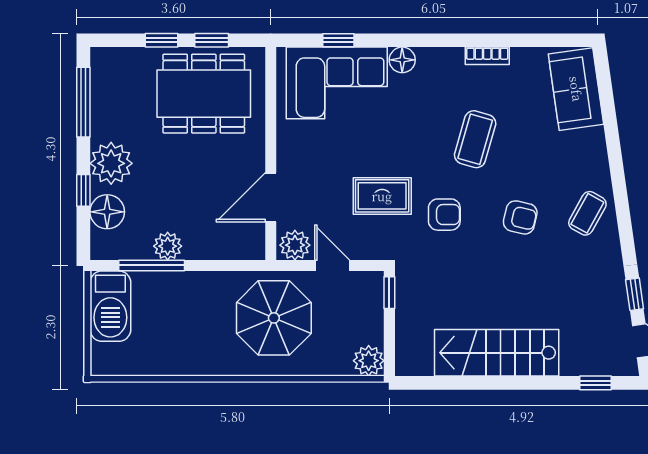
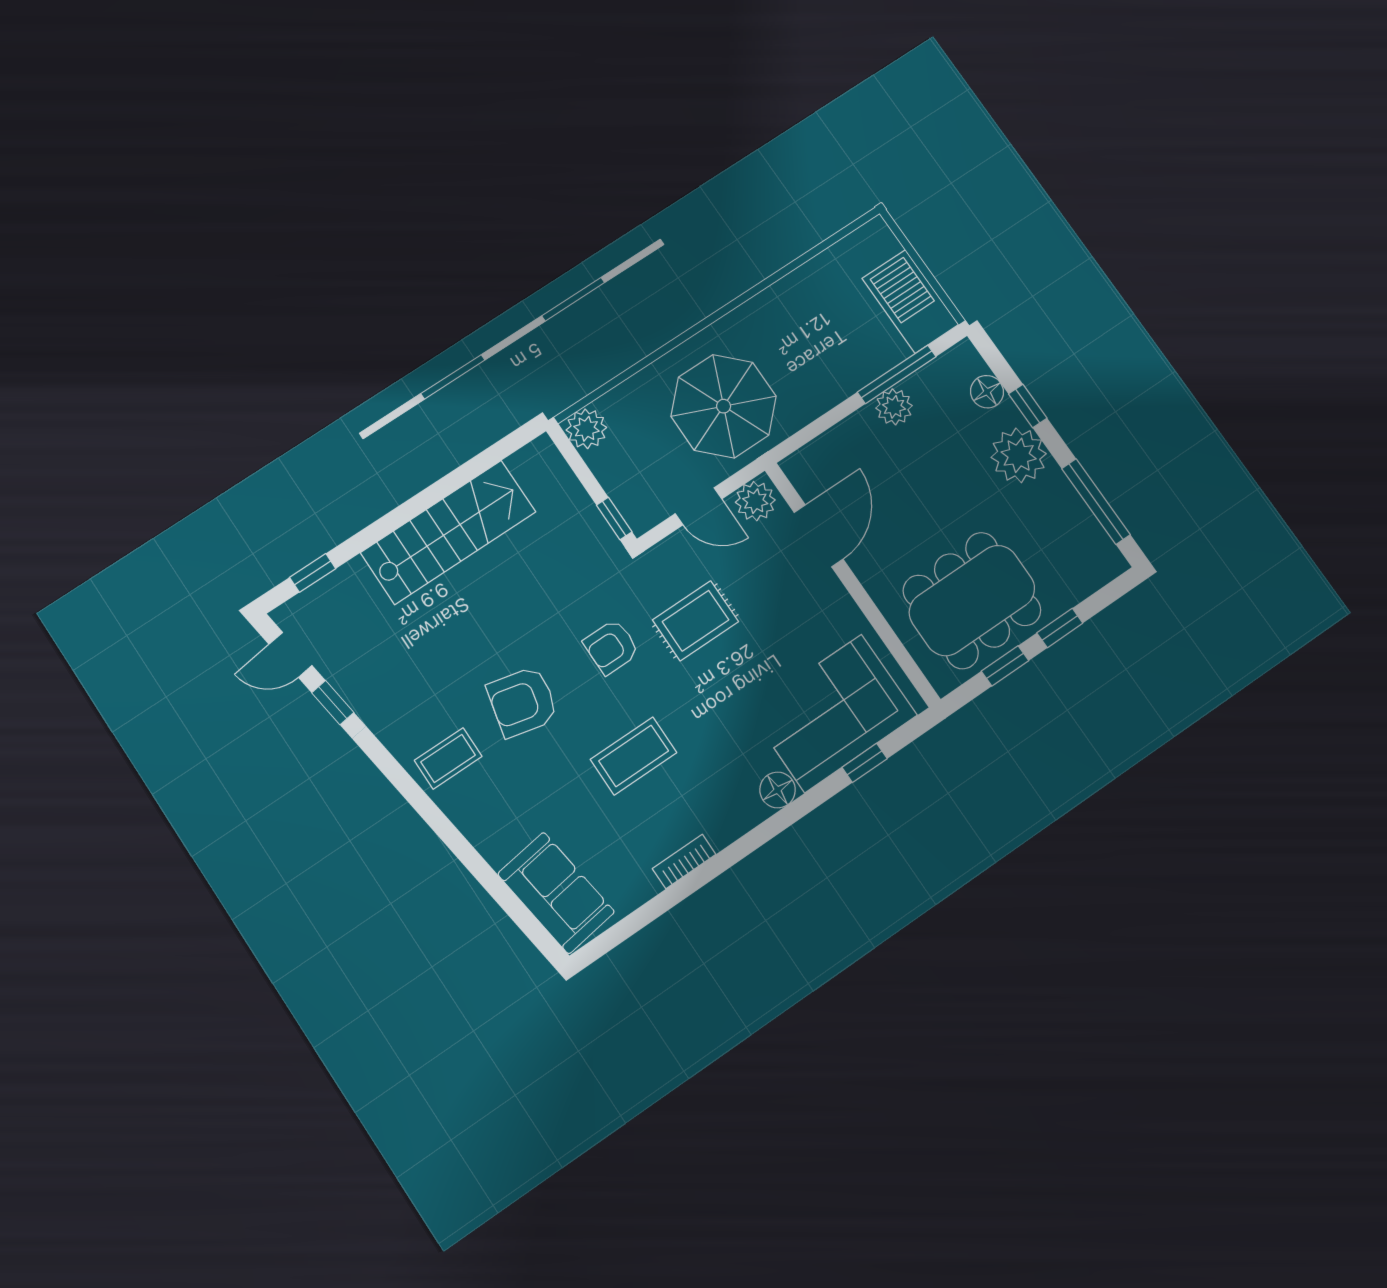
coffee table: (475, 139) -> (634, 756), turned 74
floor lamp: (107, 212) -> (987, 392), width x0.73, depth x0.73
coffee table: (587, 213) -> (448, 758), turned 61
armchair: (520, 217) -> (523, 702), width x1.38, depth x1.38

